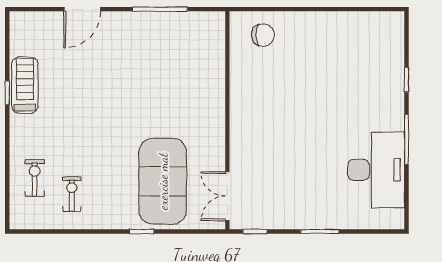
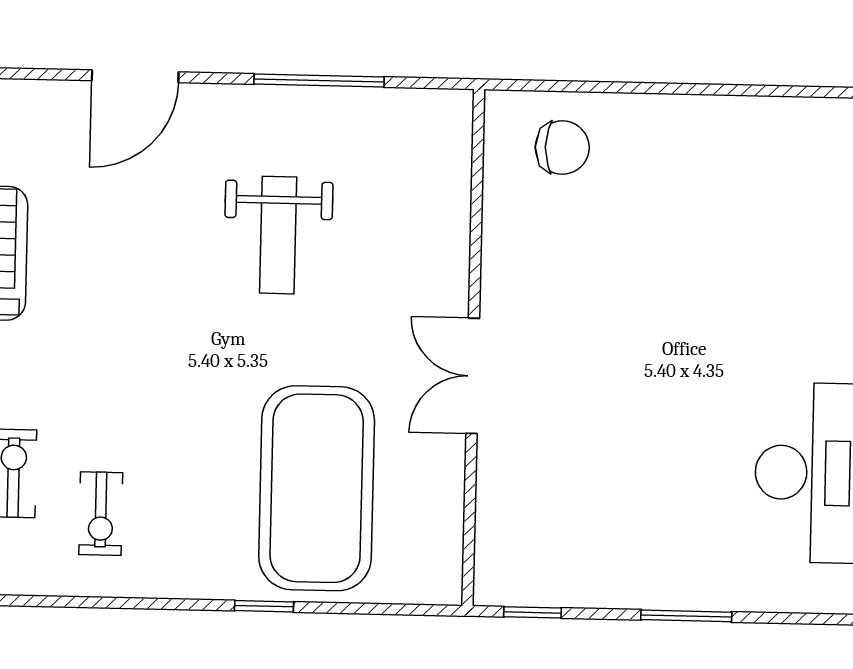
weight bench: (144, 75) -> (278, 235), added
exercise bike: (72, 194) -> (101, 514), turned 180
double door: (227, 196) -> (473, 376), moved

